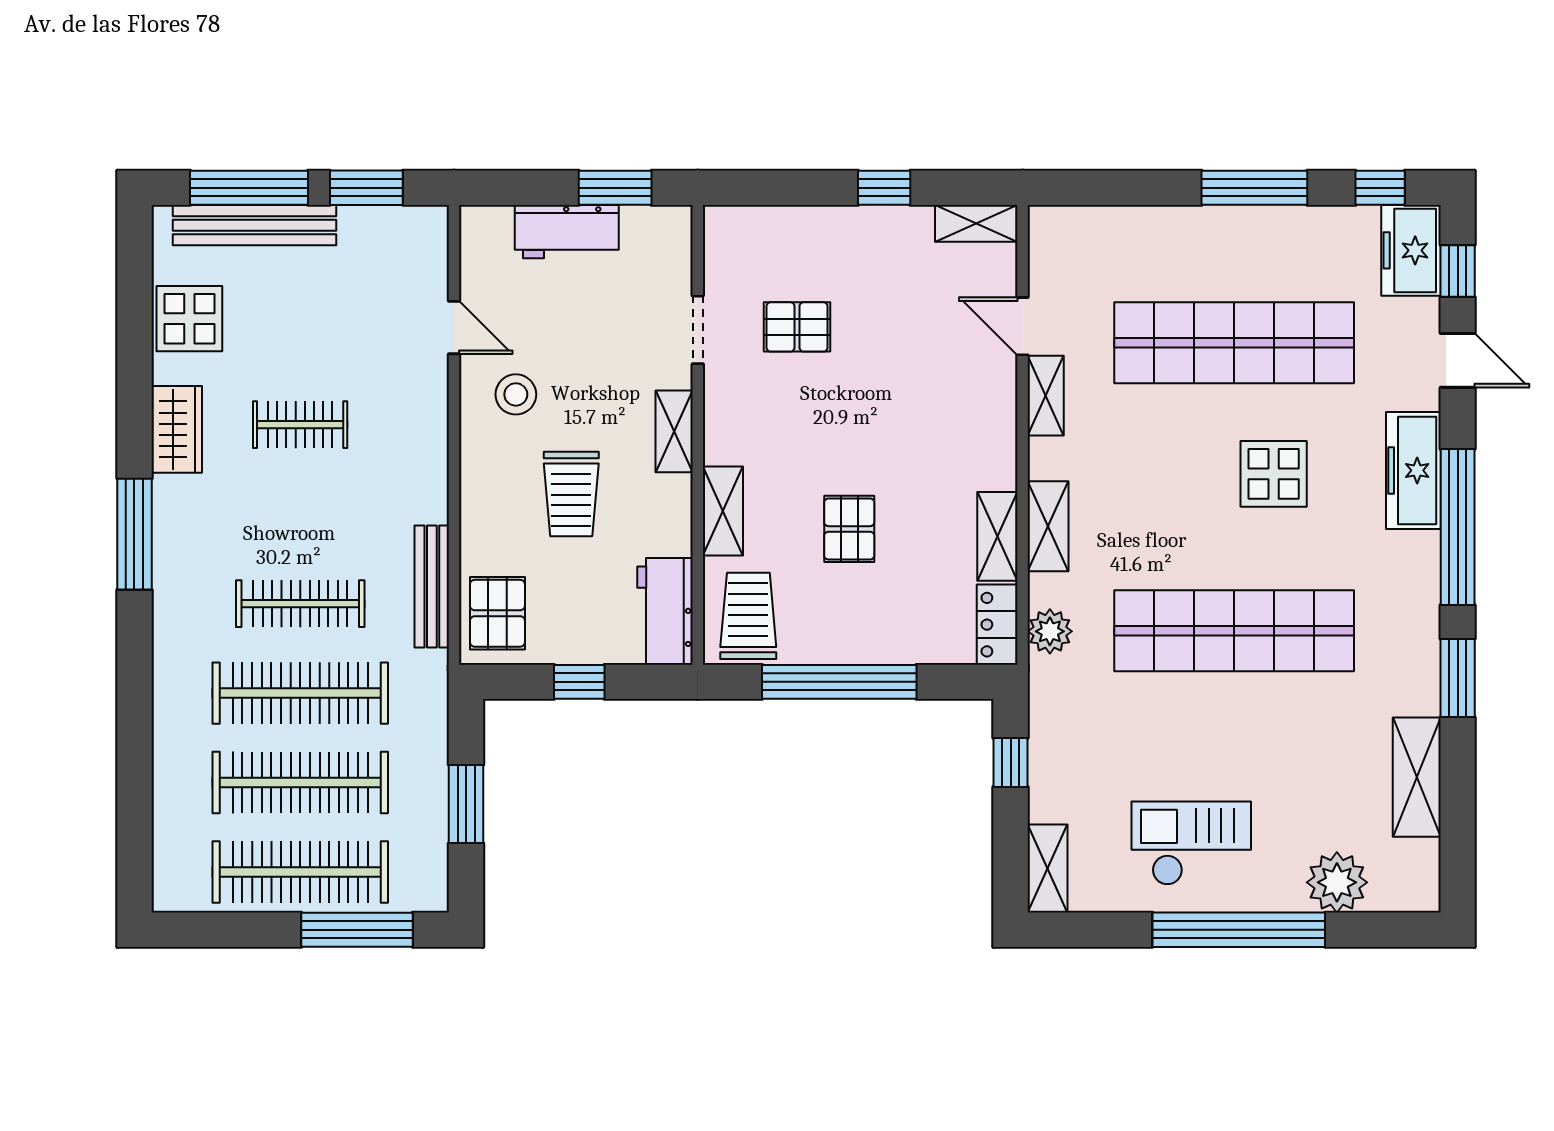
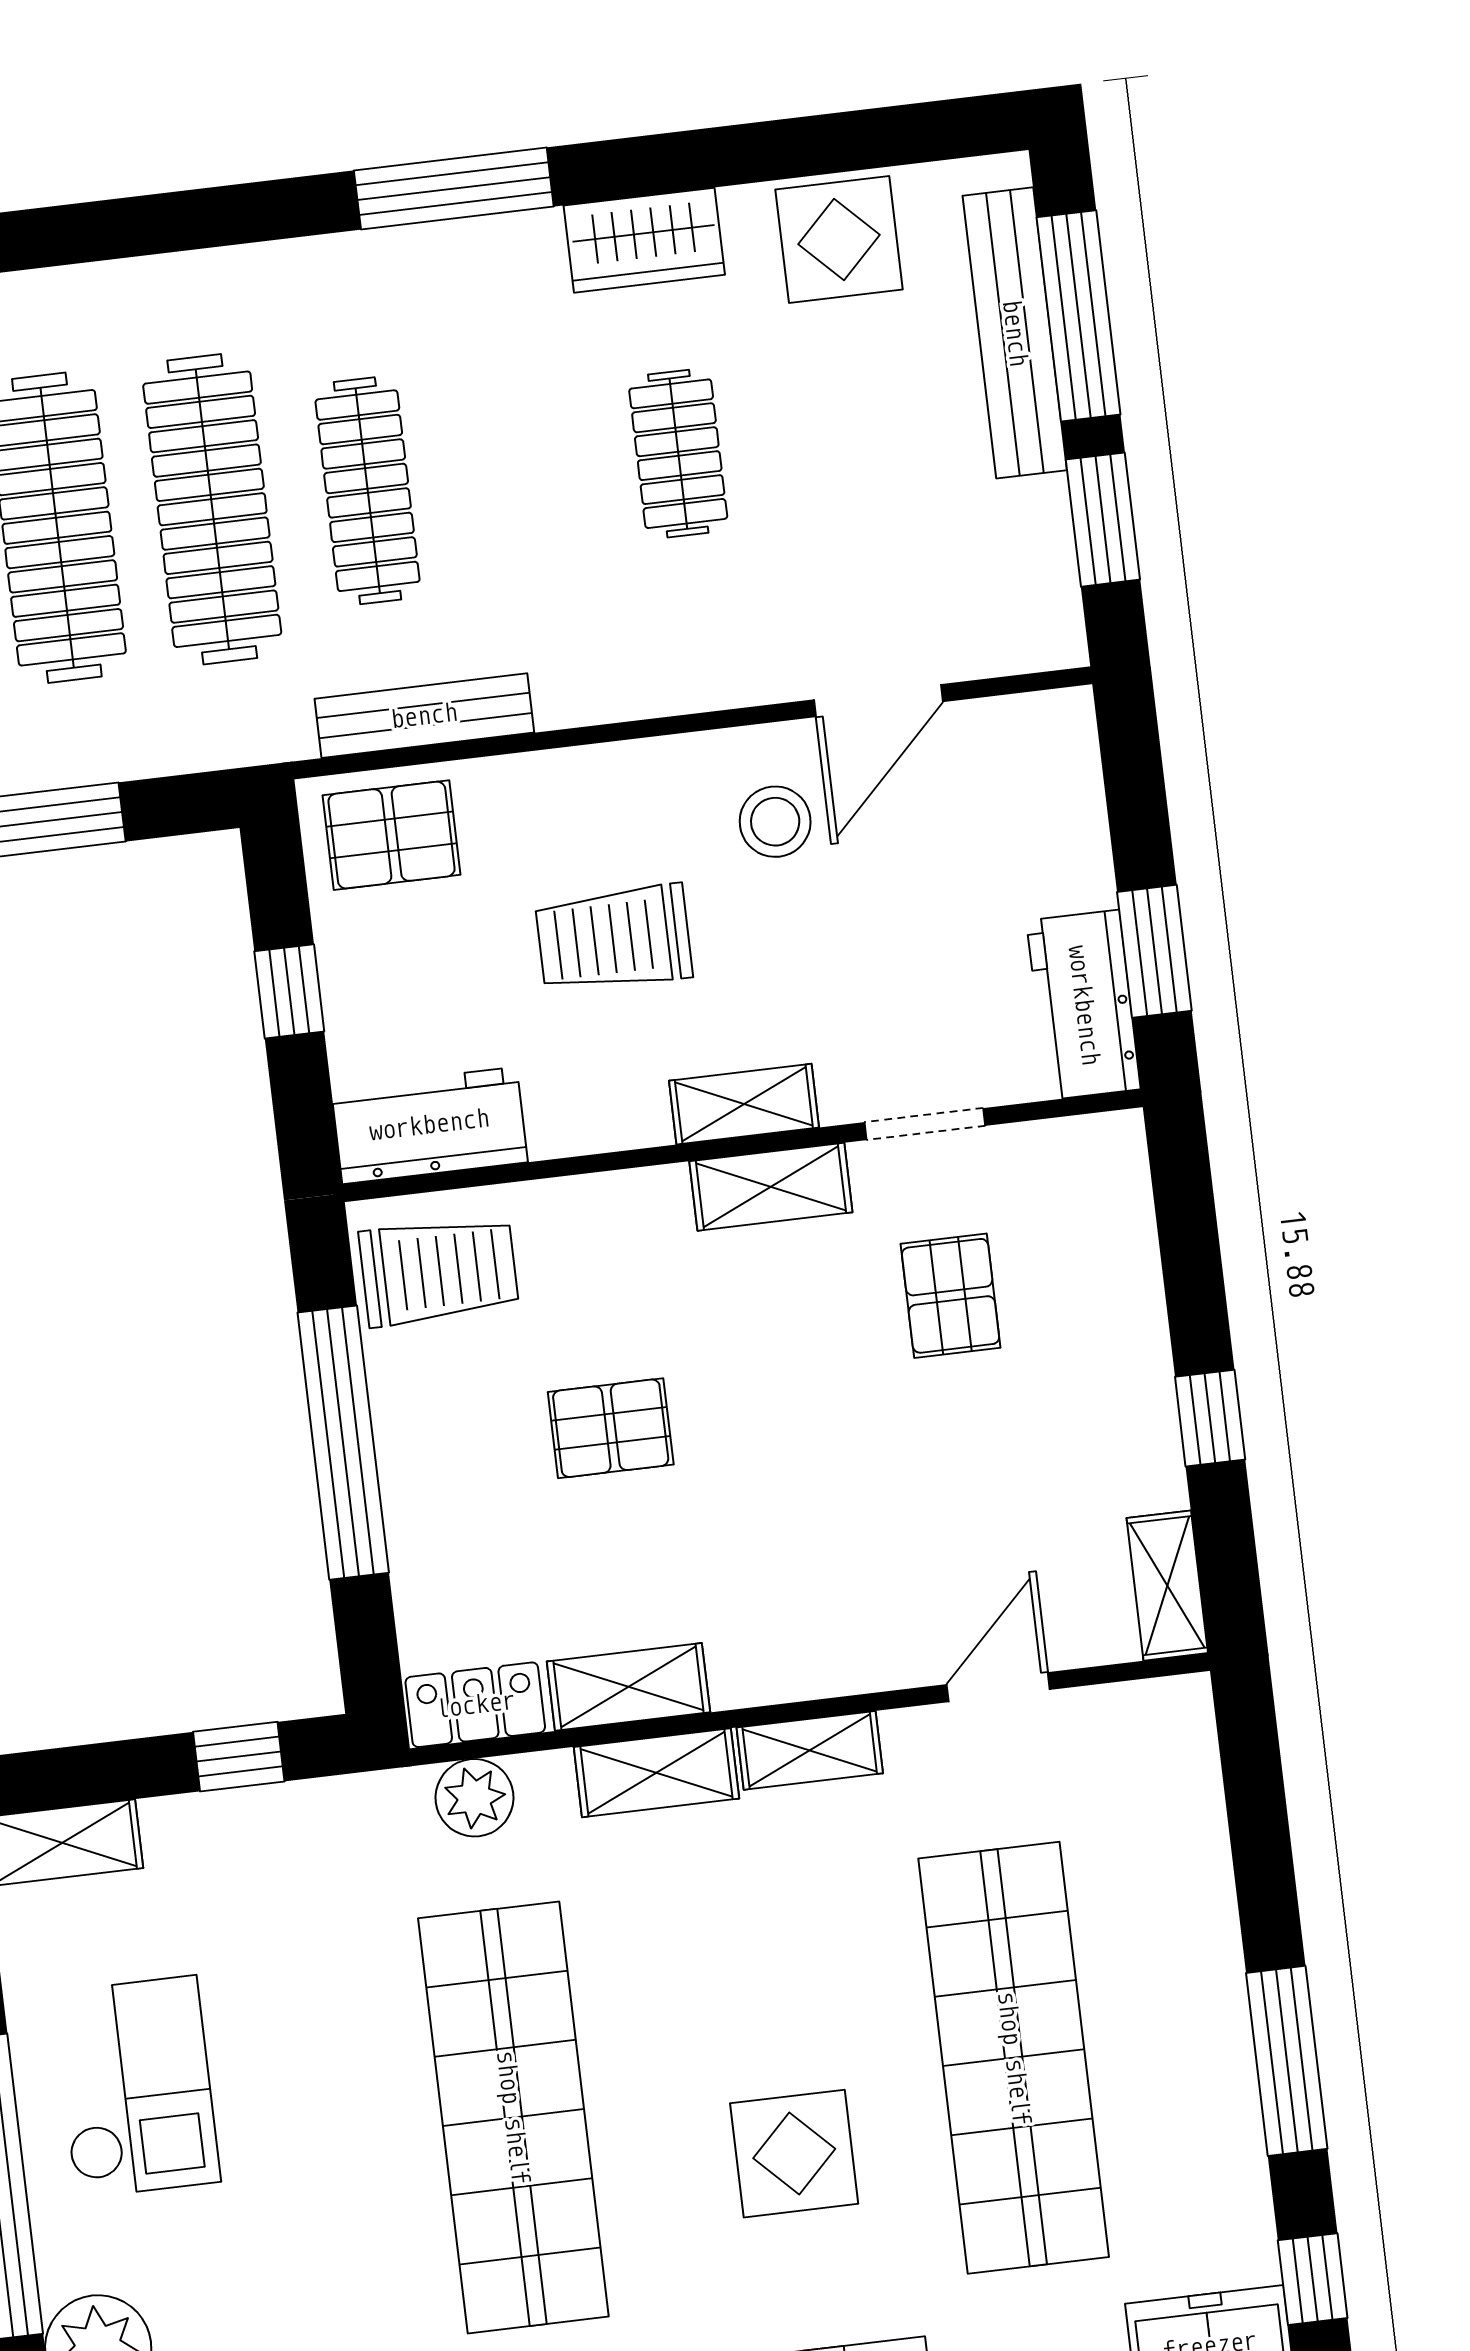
workbench: (567, 232) -> (1084, 1005), moved
door: (454, 328) -> (878, 701), width x1.38
shelving: (1046, 396) -> (810, 1750), moved
shelving: (723, 511) -> (771, 1187), moved

